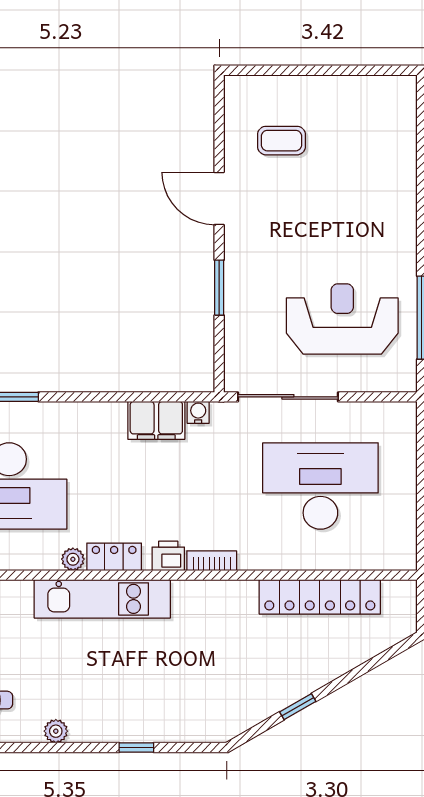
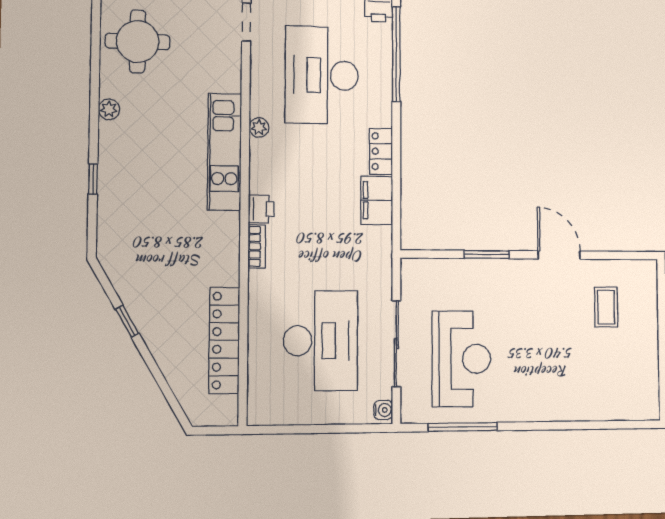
door: (219, 198) -> (559, 255), hinge flipped
sliding door: (288, 397) -> (396, 344), moved
water cooler: (198, 412) -> (383, 410), moved
locker: (114, 557) -> (381, 151), moved, turned 180

